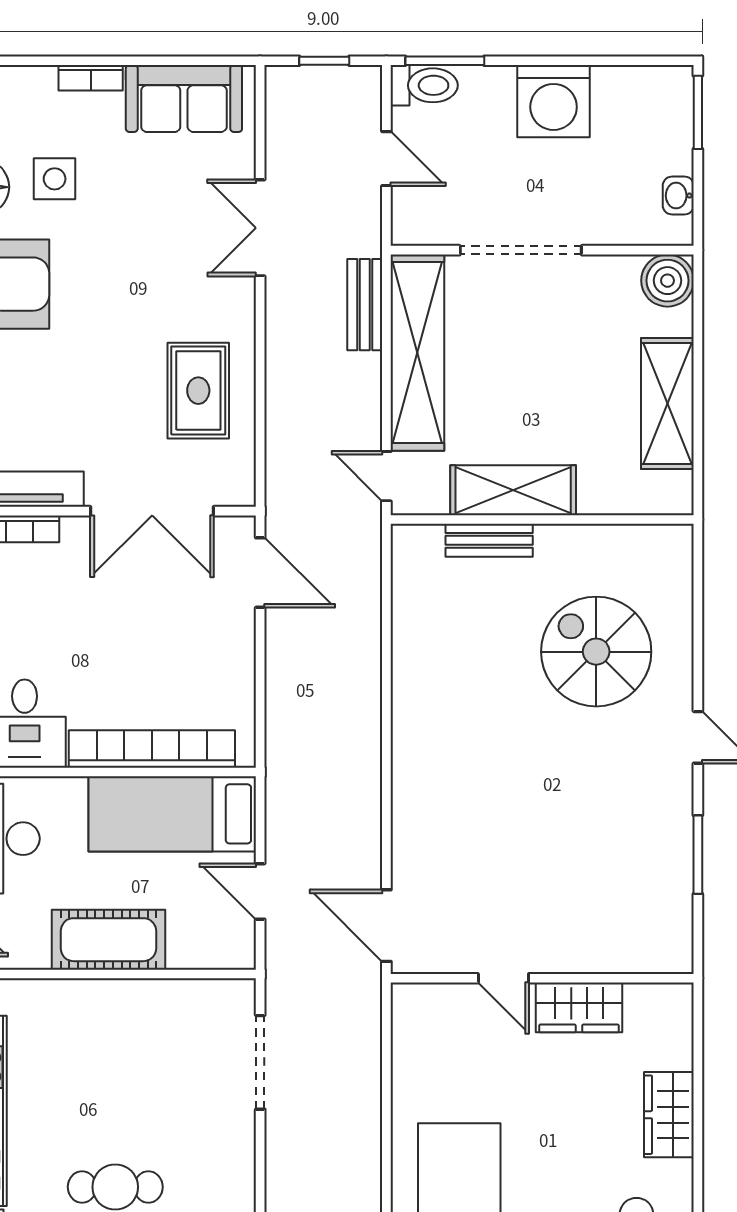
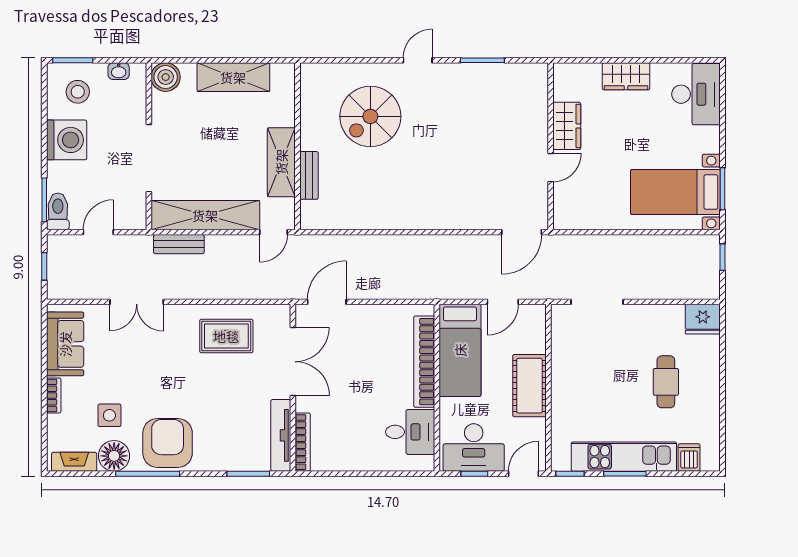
stool: (641, 121) -> (78, 92), added

